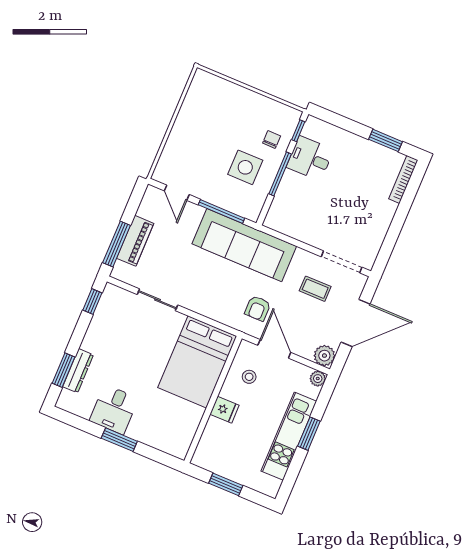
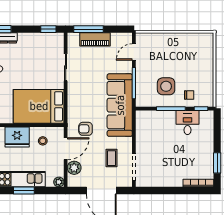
plant: (324, 356) -> (74, 168), moved
fridge: (225, 410) -> (17, 137), width x1.88, depth x1.34

